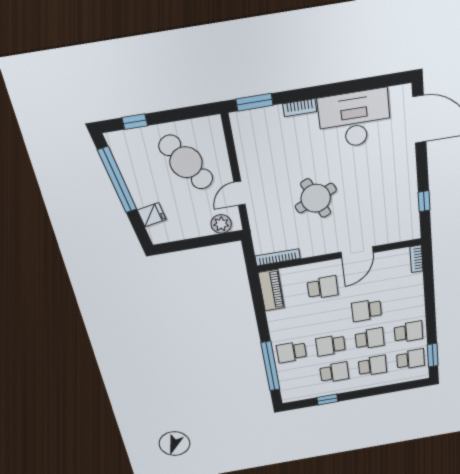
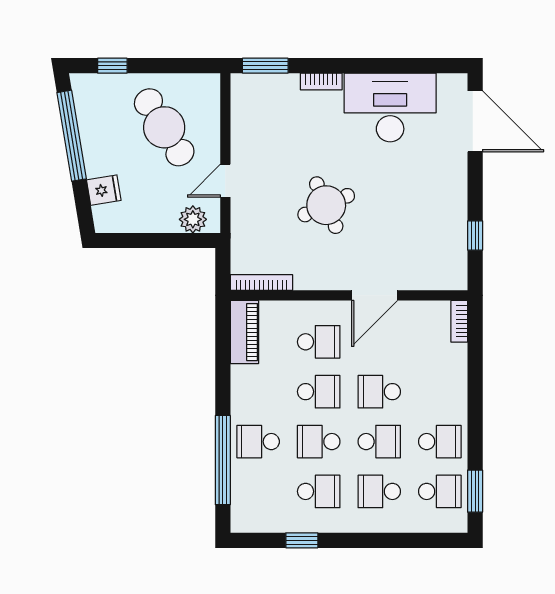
school desk: (327, 317) -> (319, 392), added
school desk: (372, 366) -> (379, 491), turned 180

